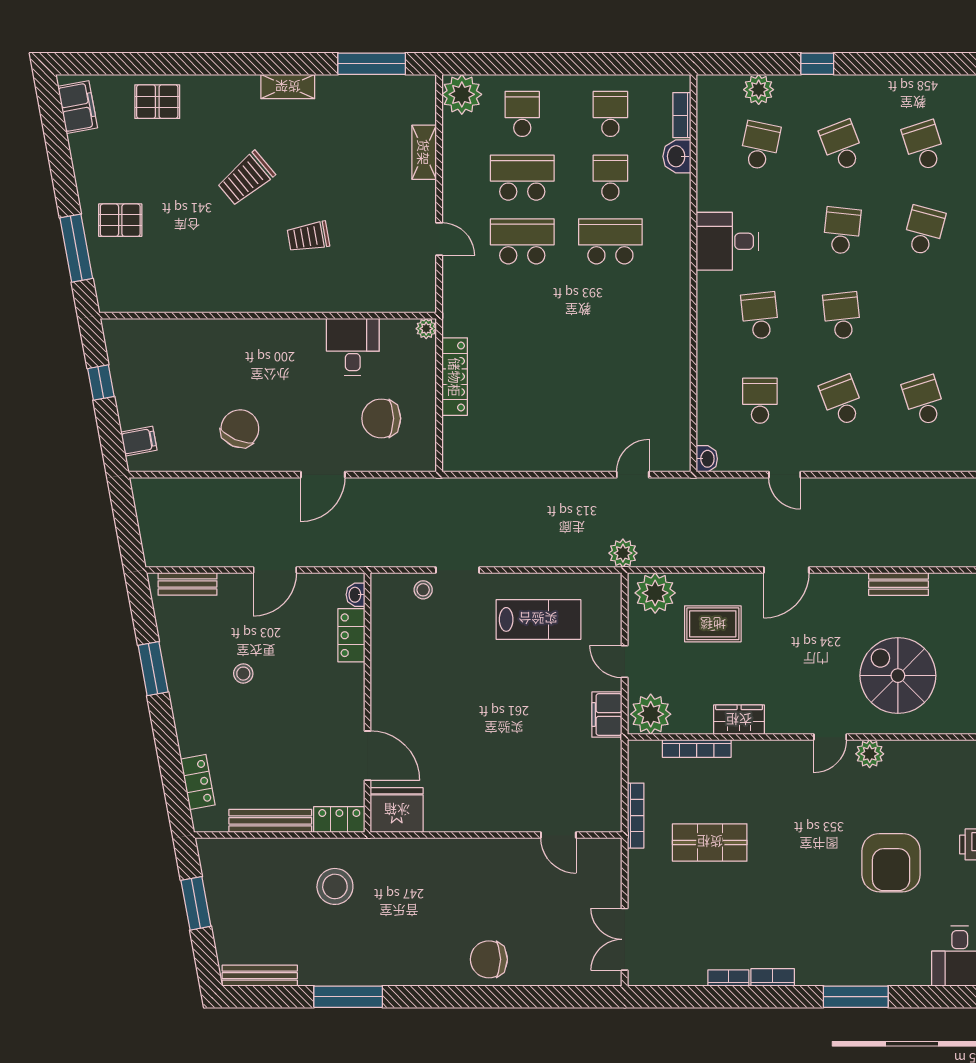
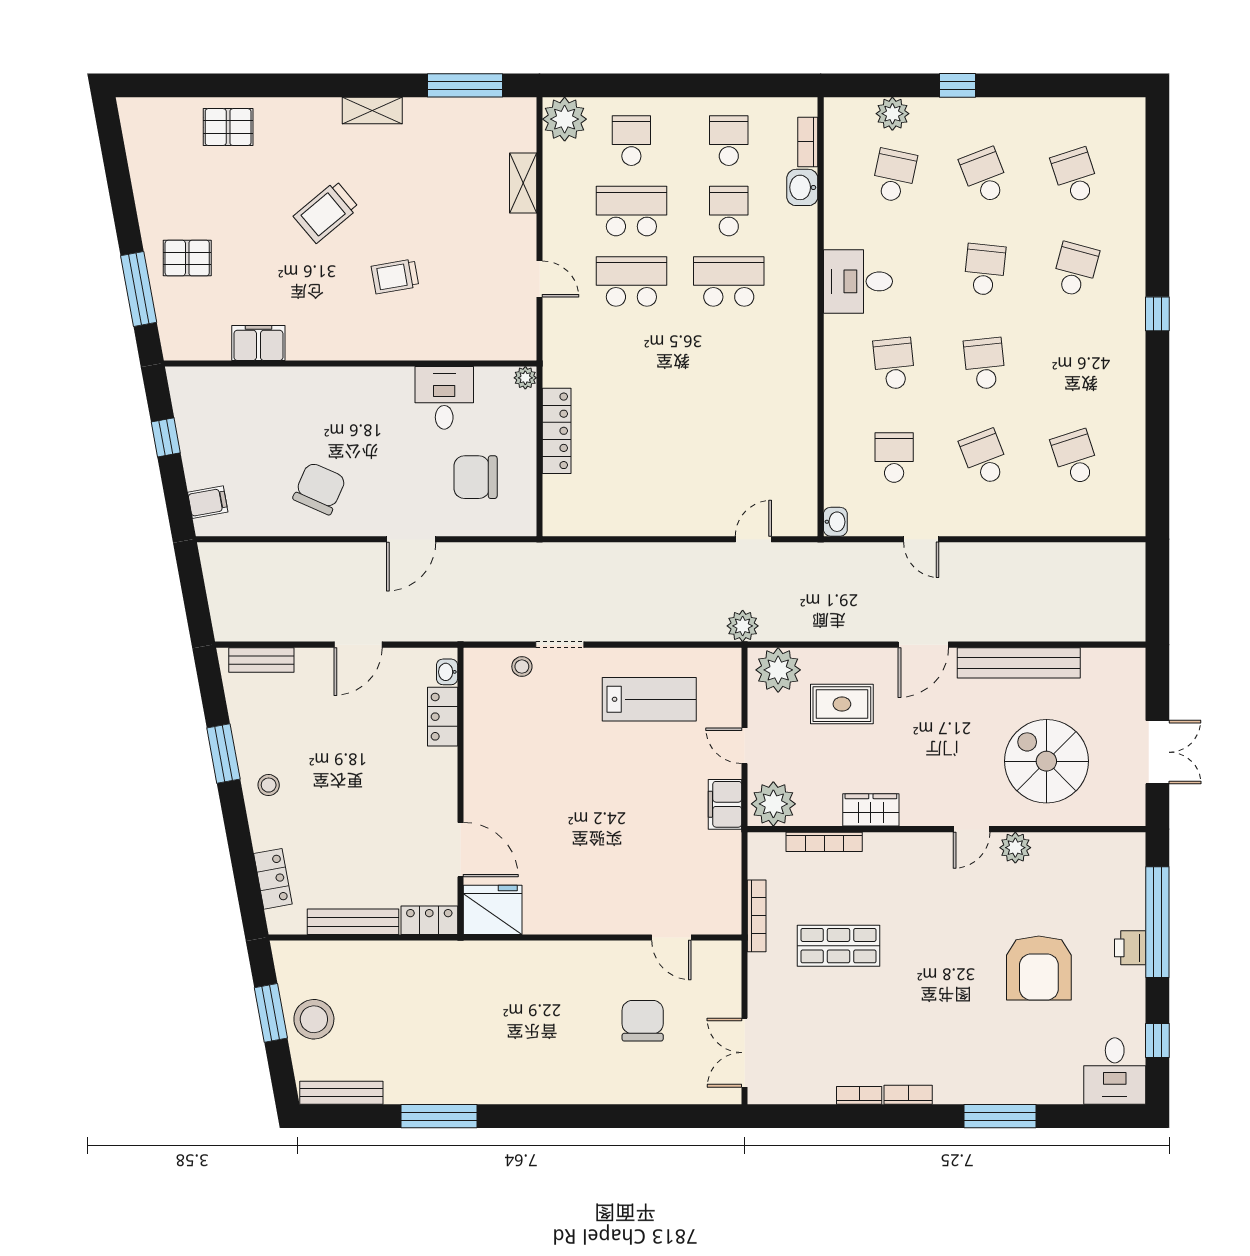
filing cabinet: (78, 107) -> (258, 343), moved, turned -80
bench: (899, 584) -> (1019, 663), width x1.86, depth x1.21
stool: (243, 674) -> (269, 785), moved
stool: (335, 886) -> (314, 1019), moved
chair: (489, 959) -> (643, 1021), moved, turned 90

